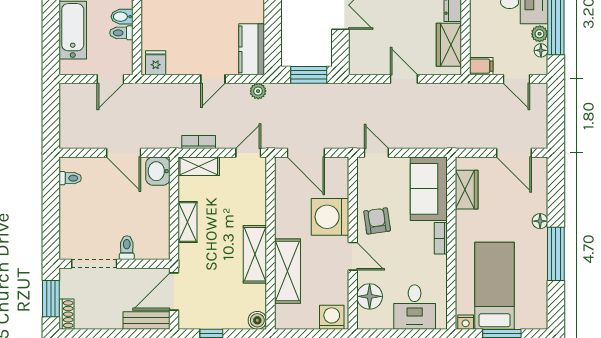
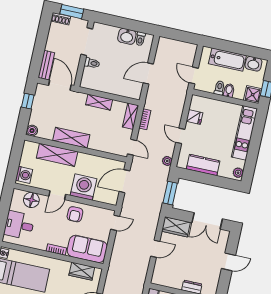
wardrobe: (449, 45) -> (176, 227), moved, turned 180
kitchen counter: (252, 49) -> (203, 165), moved
fridge: (156, 63) -> (194, 117), moved
washbasin: (158, 171) -> (127, 36), moved, turned 180
armchair: (377, 221) -> (75, 214), turned 98

